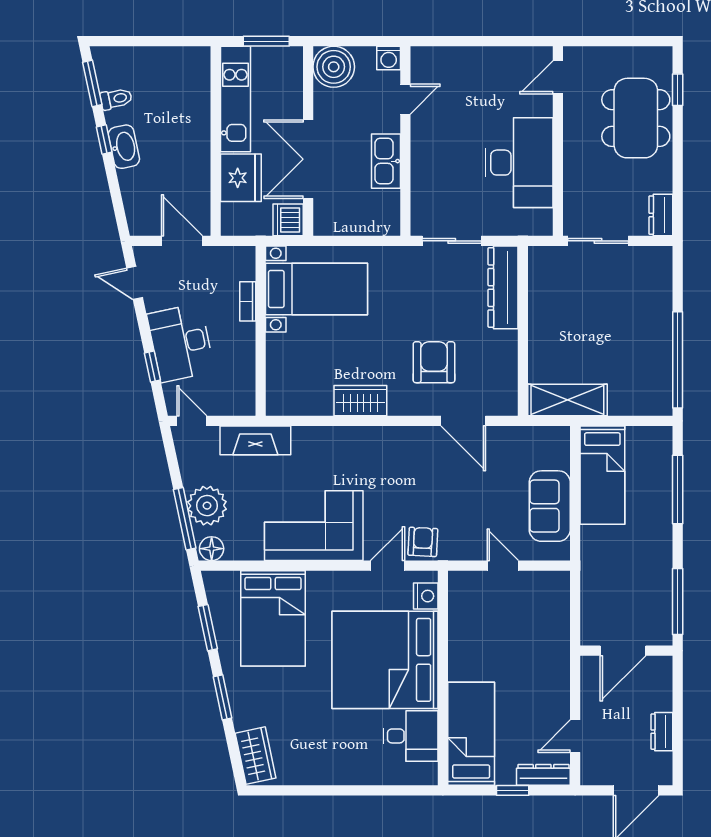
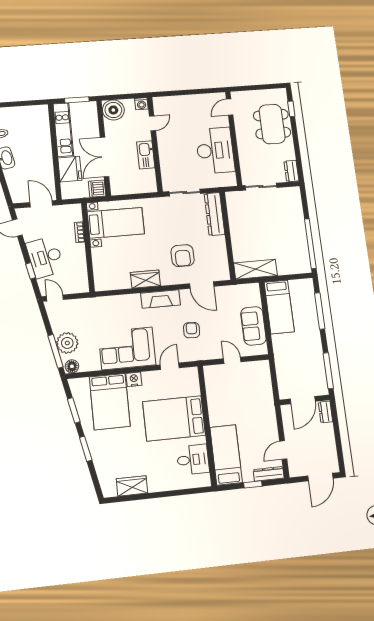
armchair: (434, 362) -> (183, 256), turned 180
fireplace: (255, 440) -> (160, 299), moved
armchair: (423, 542) -> (192, 330), moved
nightstand: (426, 596) -> (134, 379), moved, turned -90
bed: (385, 660) -> (174, 418), width x0.73
dresser: (662, 732) -> (325, 412), moved
wardrobe: (256, 756) -> (132, 486), moved, turned -78

